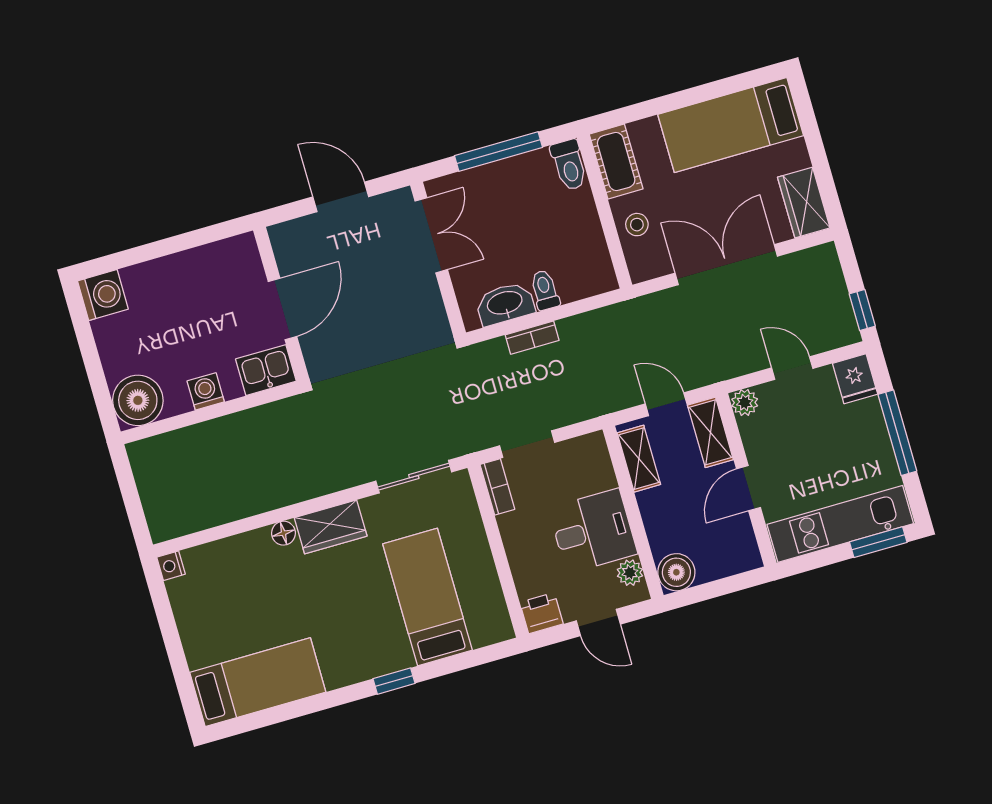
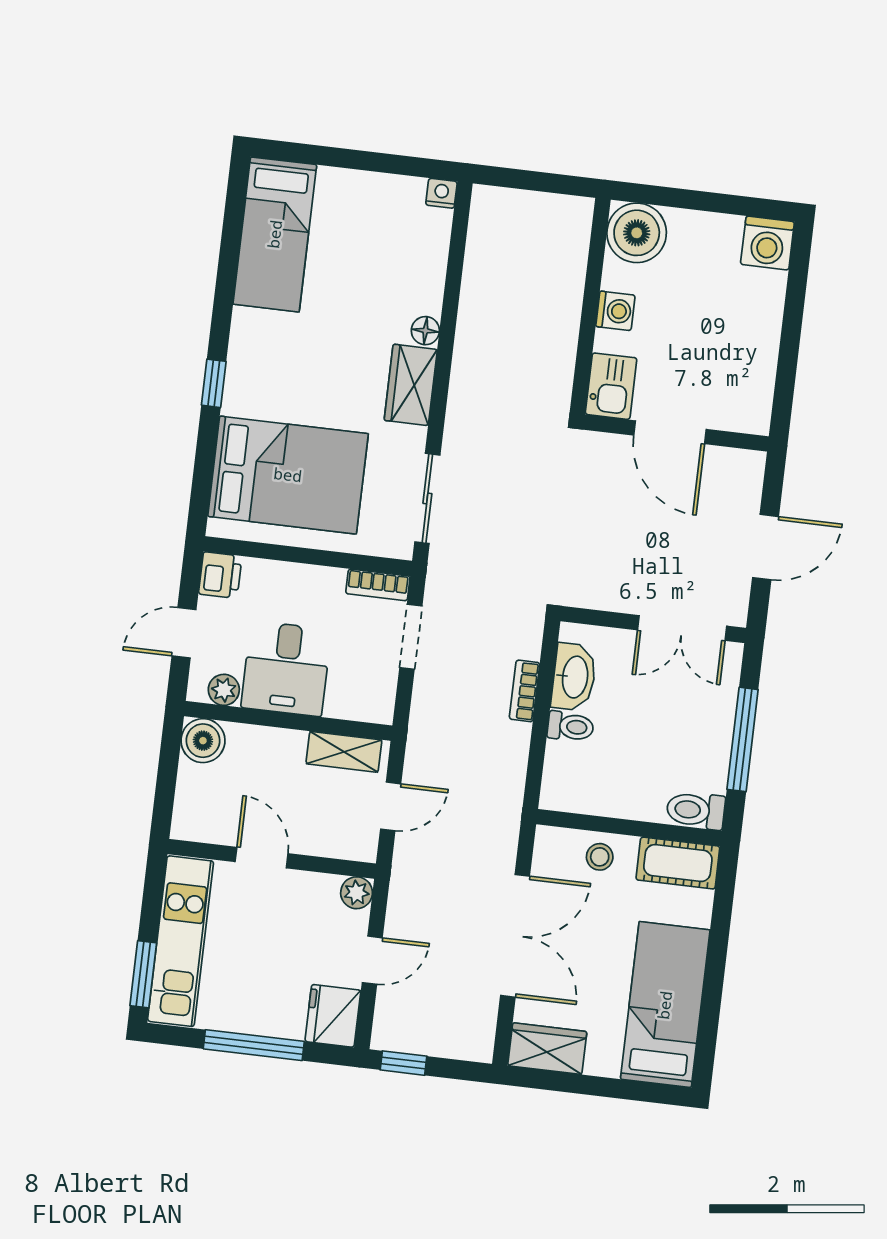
fridge: (855, 379) -> (333, 1016), width x1.38
shelving: (710, 432) -> (340, 842), removed
bed: (428, 597) -> (288, 475), width x1.50

